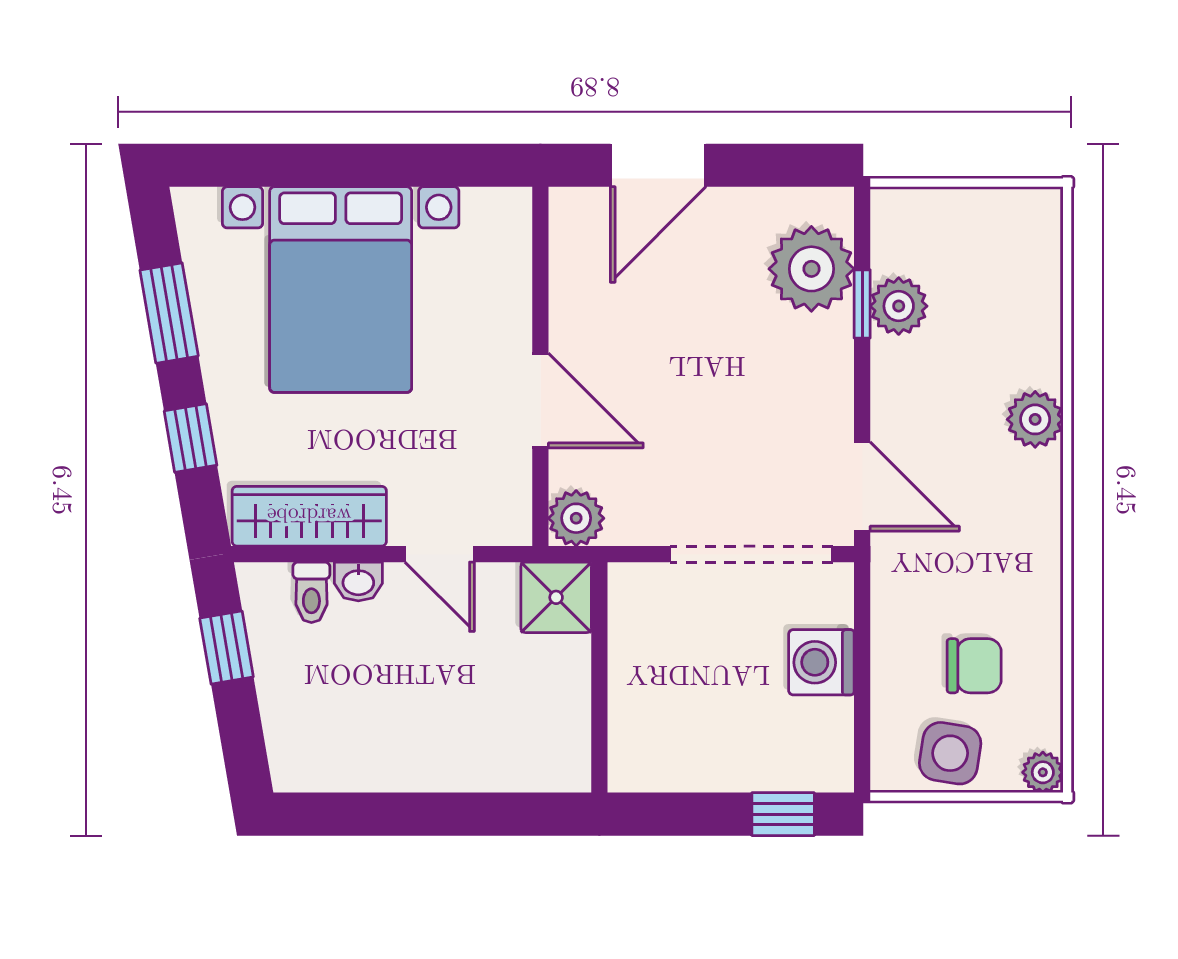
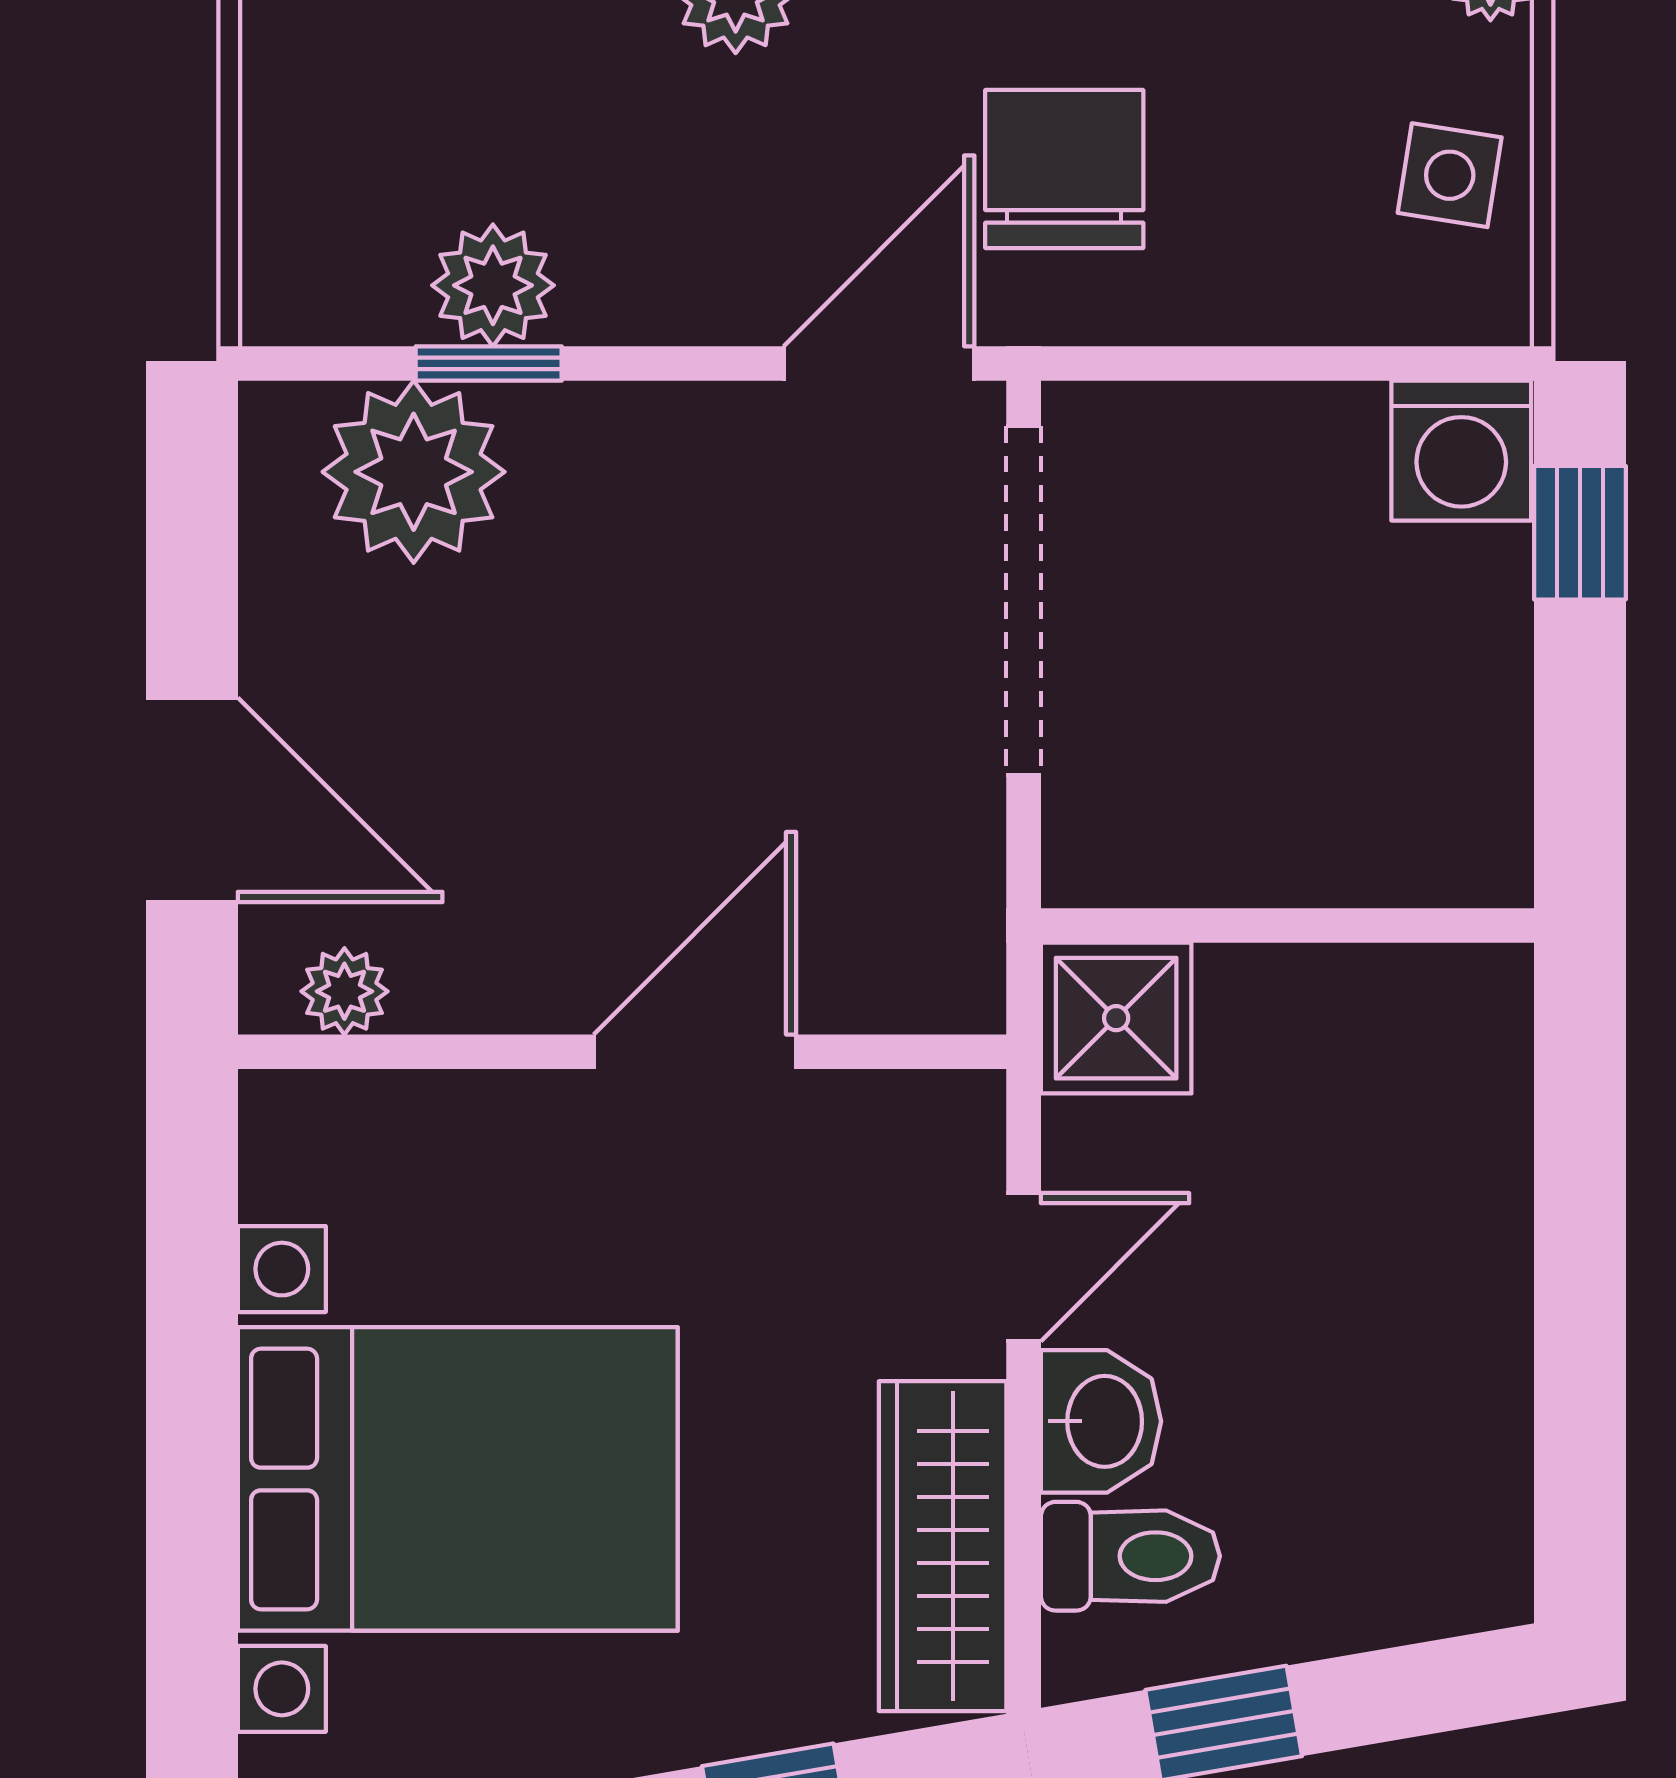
plant: (576, 518) -> (344, 991), moved, width x0.73, depth x0.73
washbasin: (358, 582) -> (1101, 1421), width x1.38, depth x1.45
toilet: (311, 592) -> (1130, 1556), width x1.37, depth x1.39
washing machine: (821, 662) -> (1461, 451), moved
chair: (974, 666) -> (1064, 169), moved, width x1.37, depth x1.37
side table: (950, 753) -> (1450, 175), width x0.73, depth x0.73

